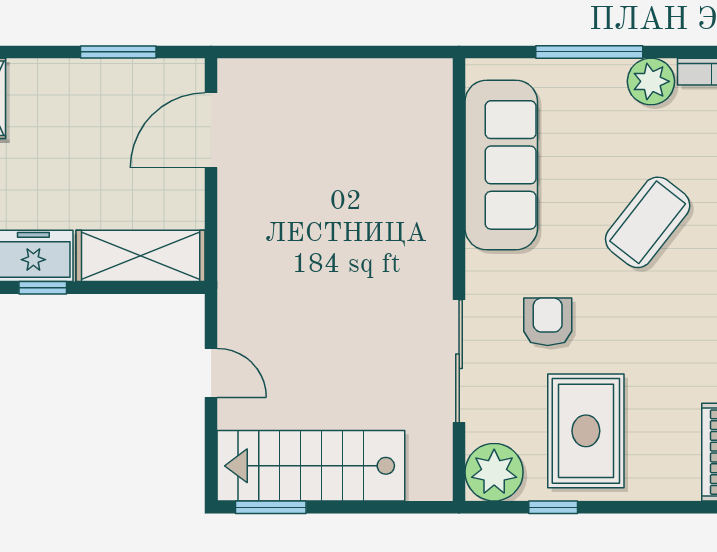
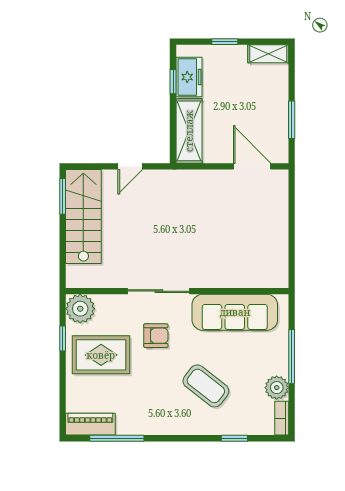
sliding door: (459, 361) -> (159, 291), moved

